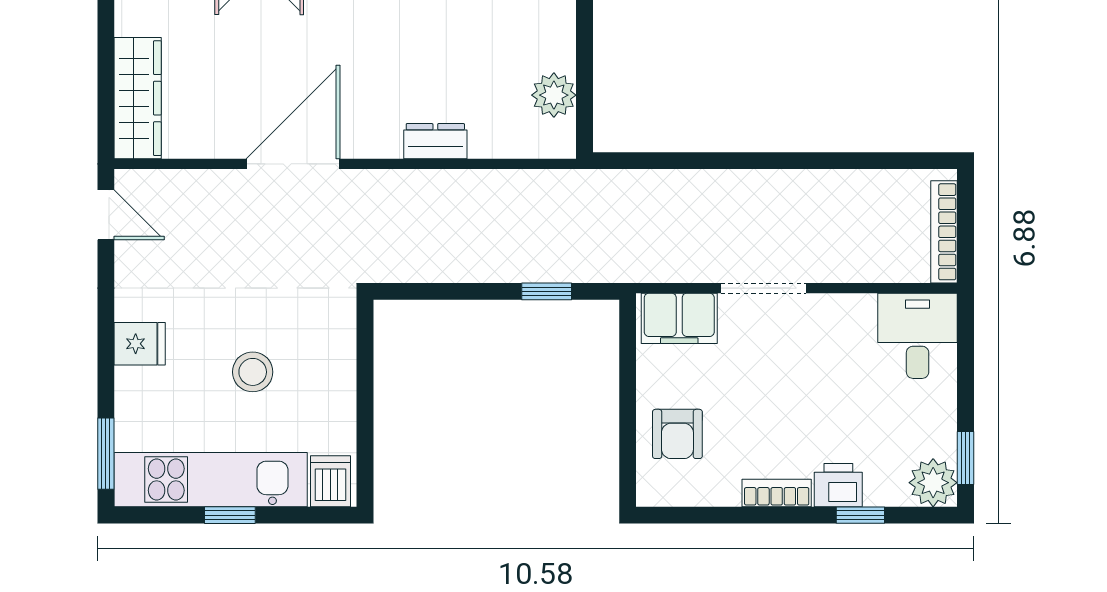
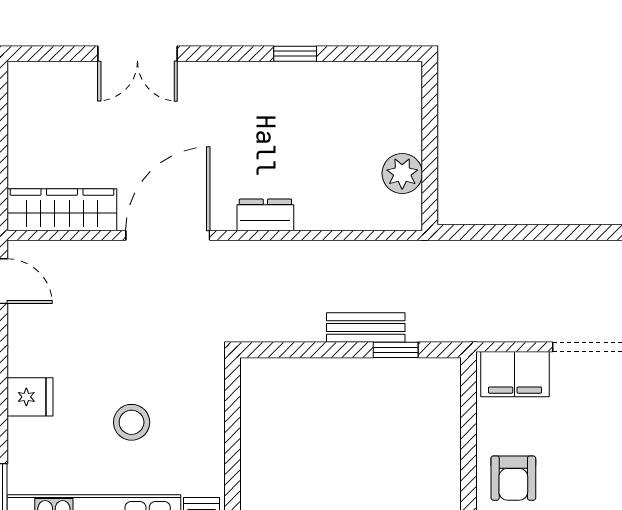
wardrobe: (138, 98) -> (62, 210), moved, turned -90
dresser: (435, 141) -> (265, 215), moved
bench: (513, 266) -> (366, 328), added

